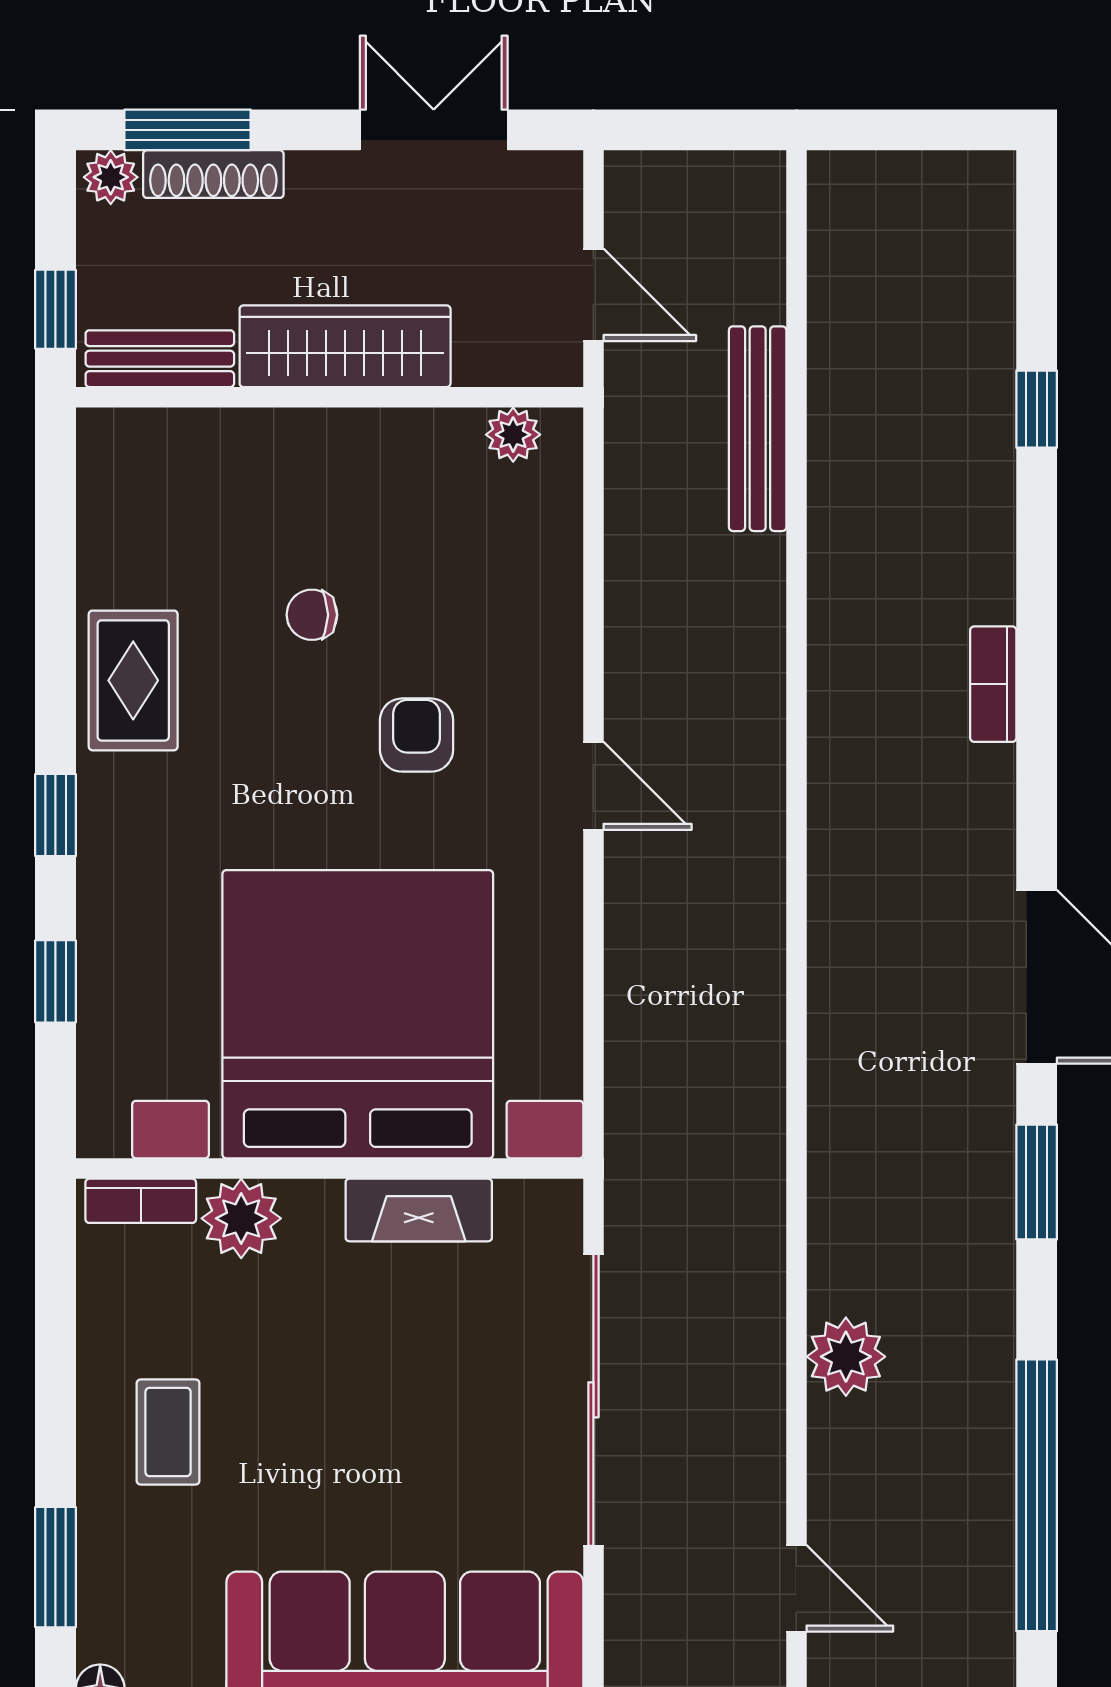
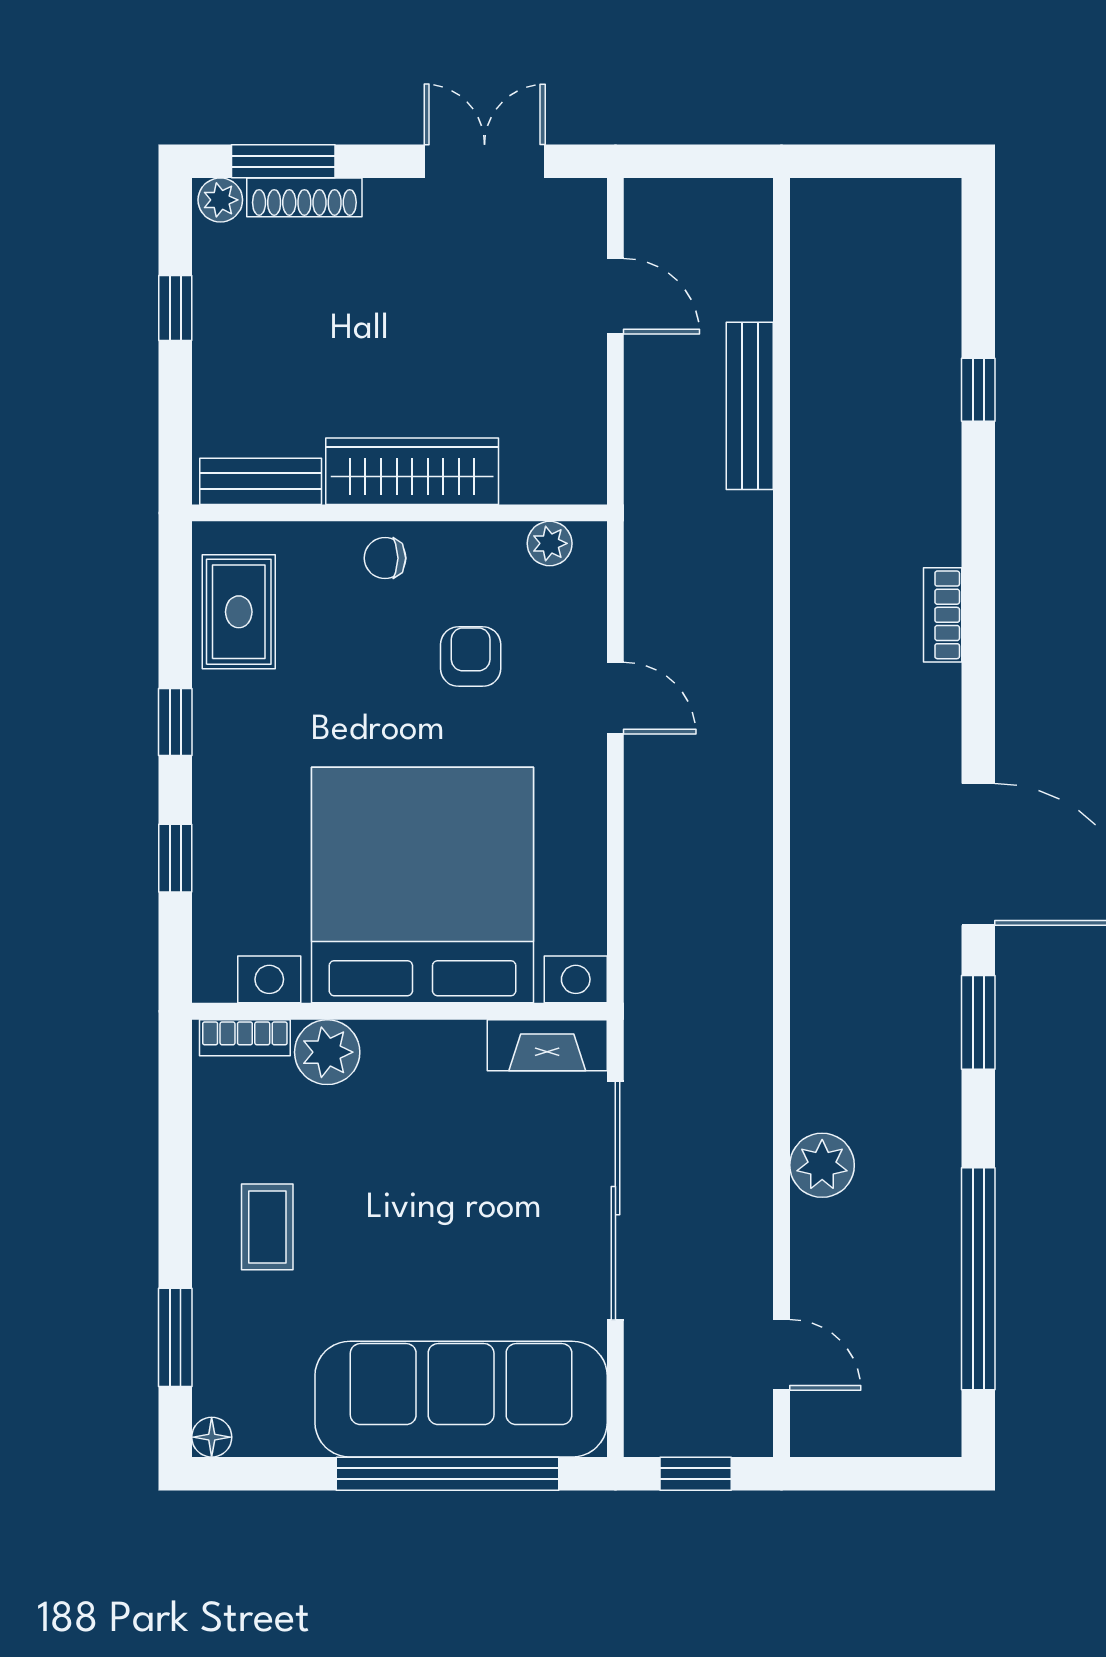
wardrobe: (345, 346) -> (412, 471), moved
bench: (160, 359) -> (261, 481), moved
wall: (330, 397) -> (399, 513), moved
plant: (513, 435) -> (550, 543), moved
fireplace: (419, 1210) -> (547, 1045), moved

